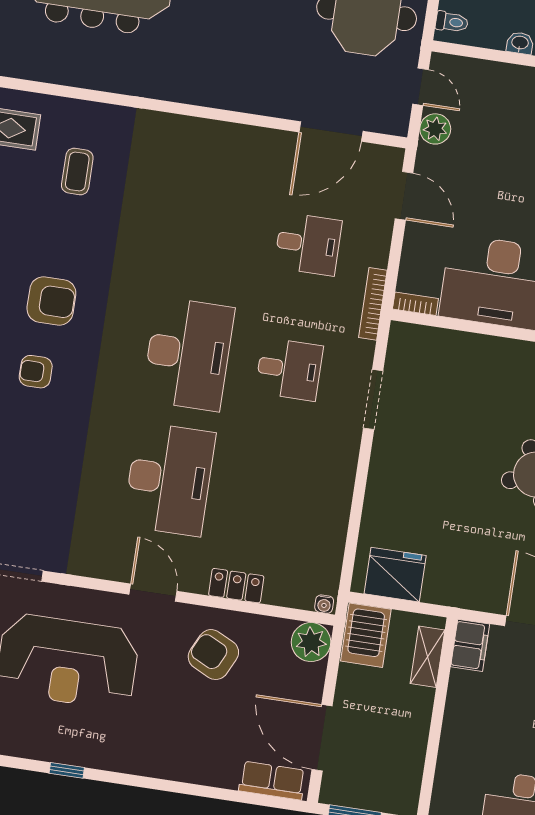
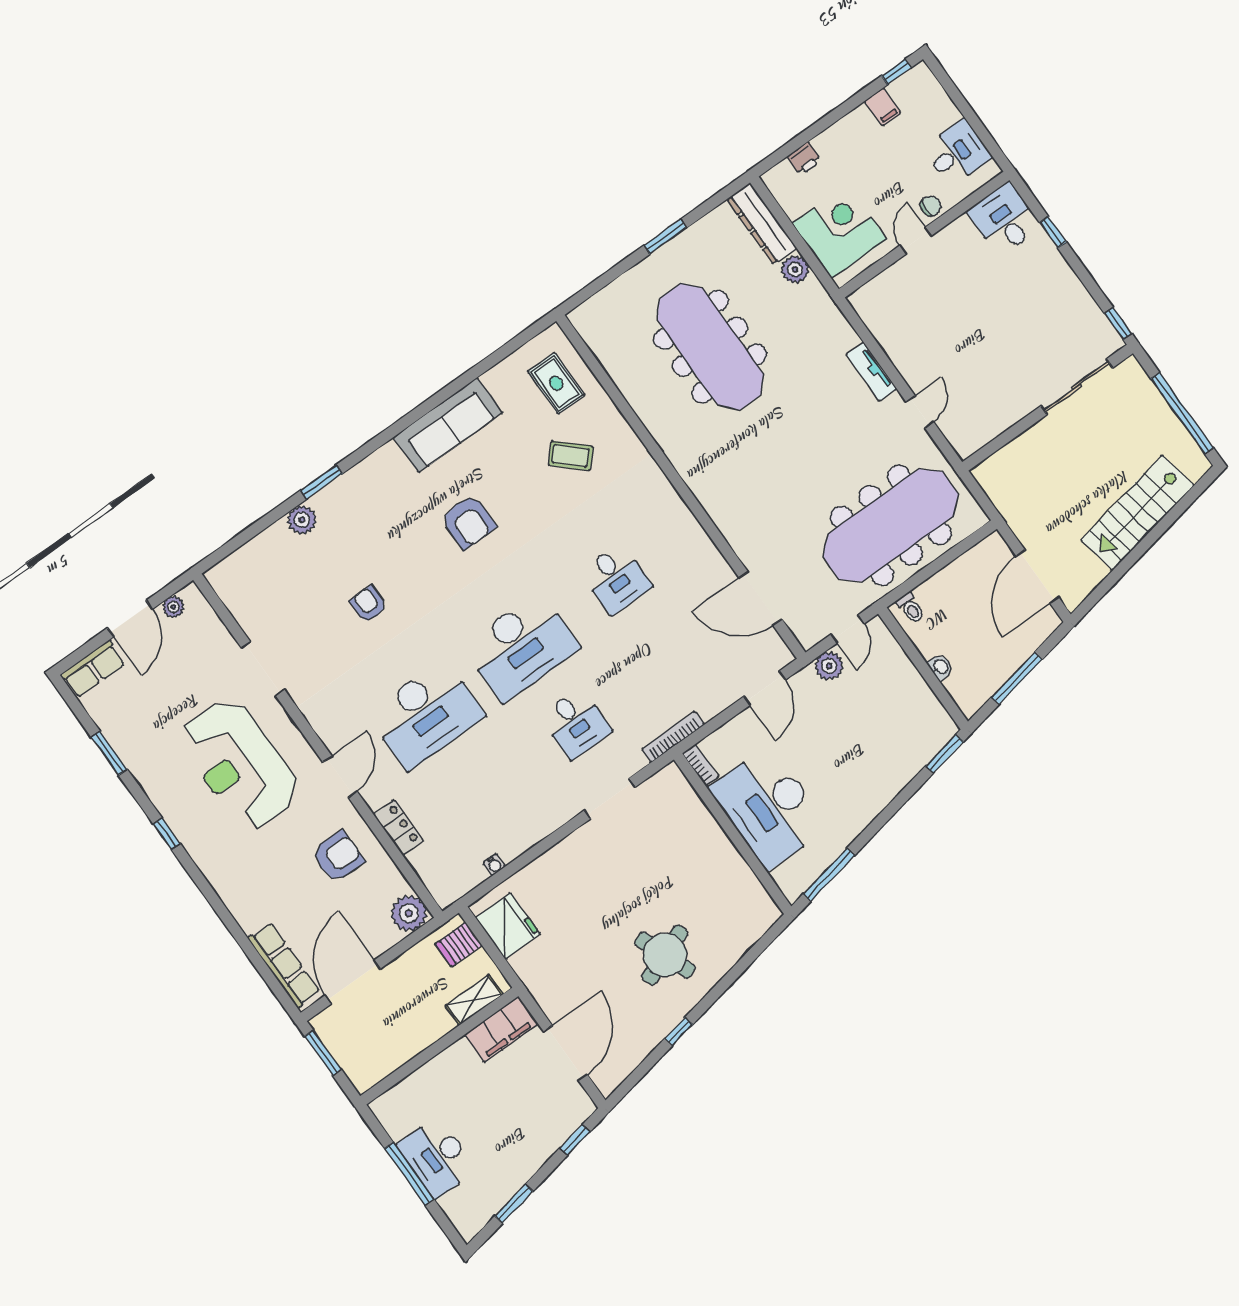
coffee table: (77, 171) -> (571, 456), turned 43
desk: (308, 244) -> (616, 579), moved
armchair: (36, 372) -> (368, 604), moved
water cooler: (324, 604) -> (494, 865), moved, turned -90
server rack: (366, 635) -> (458, 945), width x0.73, depth x0.70
filing cabinet: (470, 645) -> (501, 1029), width x1.50, depth x1.17
armchair: (213, 655) -> (338, 857), turned 64
row of seats: (272, 780) -> (284, 965), width x1.48

